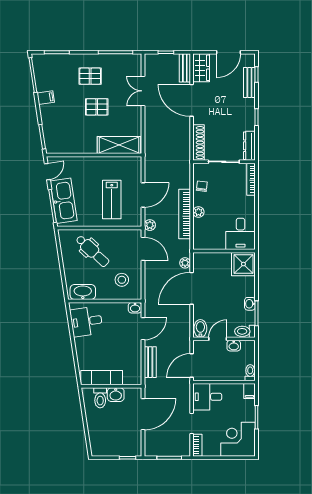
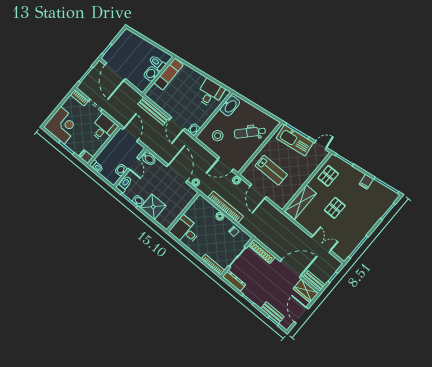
pallet: (90, 76) -> (328, 176), moved
door: (47, 172) -> (321, 145), swing flipped
lab bench: (112, 200) -> (271, 170), turned 180
shower: (243, 264) -> (153, 207), moved
bench: (150, 362) -> (153, 111), width x1.36
door: (143, 414) -> (115, 72), moved

